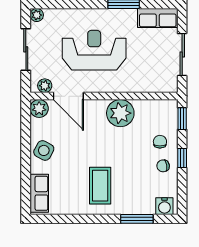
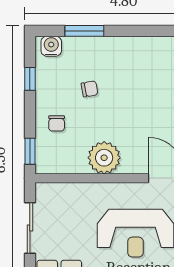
window: (182, 158) -> (30, 79), moved
chair: (163, 166) -> (90, 89), moved
coffee table: (100, 186) -> (128, 71), removed

